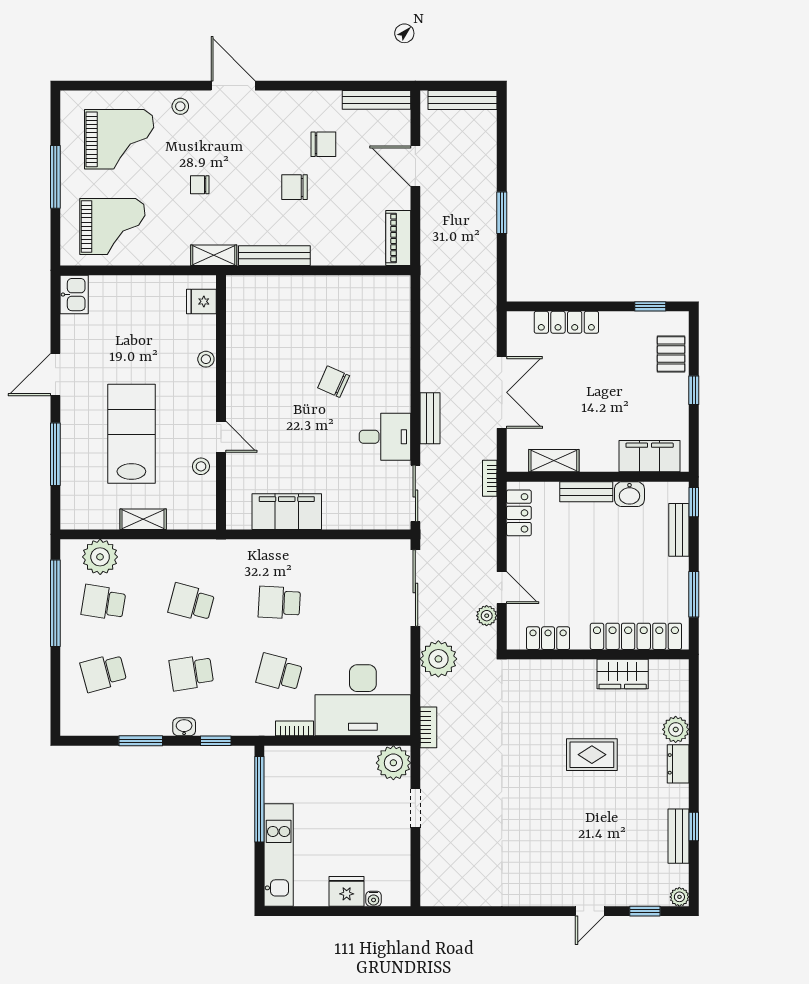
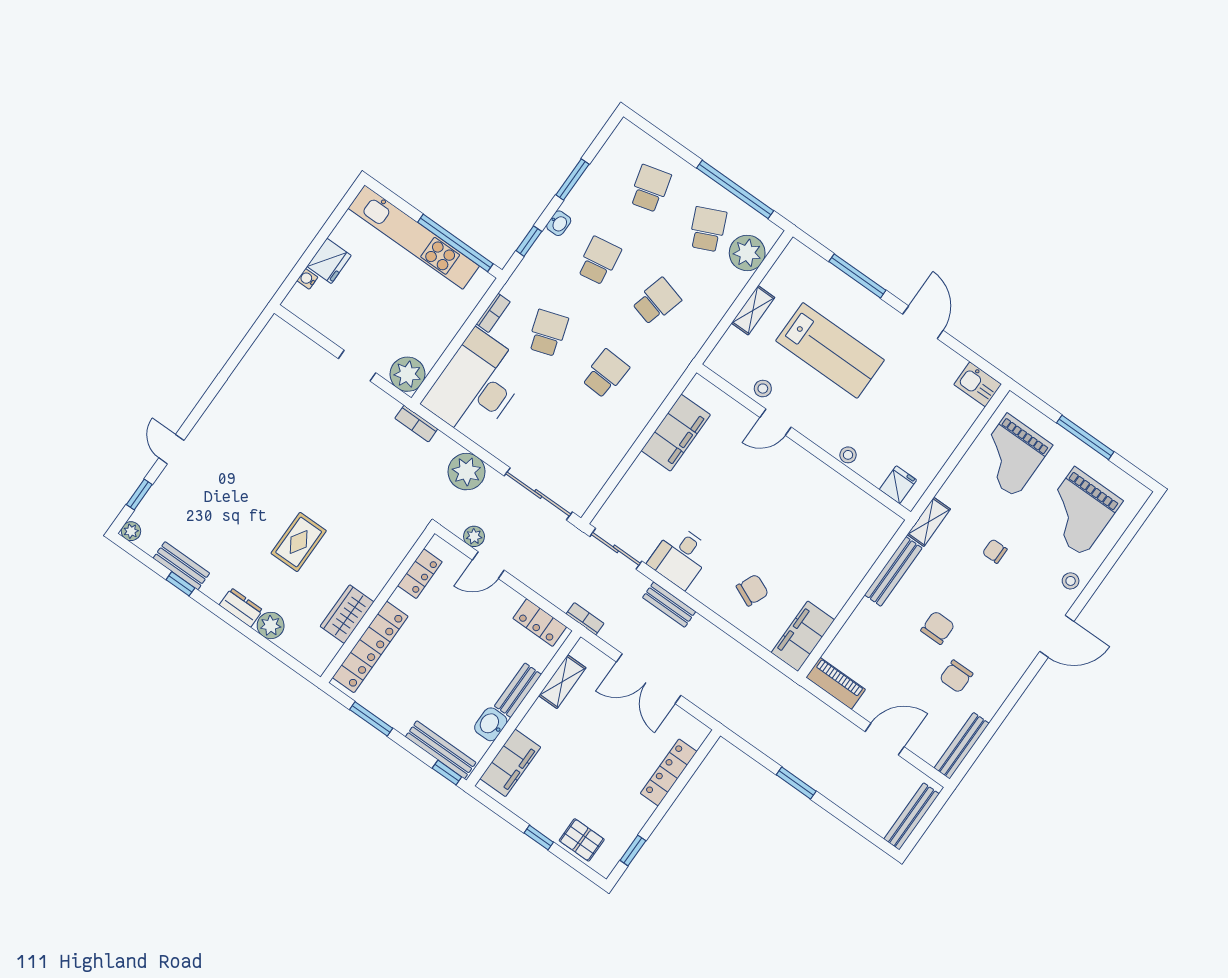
chair: (200, 185) -> (995, 551), turned -90
filing cabinet: (379, 292) -> (803, 636), added
chair: (334, 382) -> (752, 590), moved
bench: (679, 530) -> (441, 750), width x1.36
school desk: (103, 603) -> (708, 229), turned -33
school desk: (279, 673) -> (548, 333), turned -33
kitchen unit: (279, 855) -> (414, 237), width x1.36

